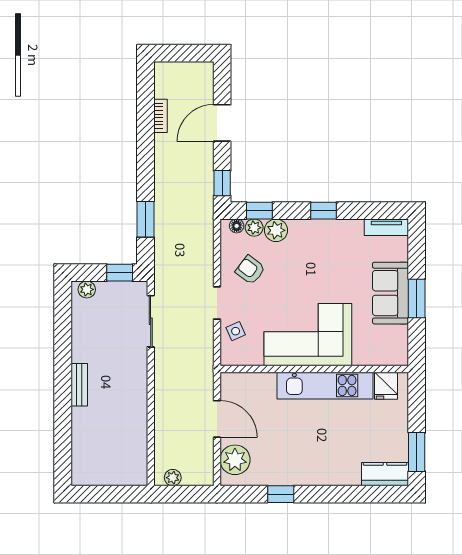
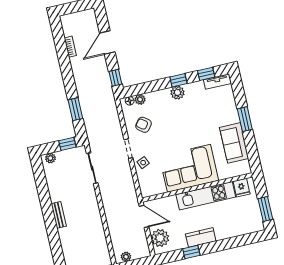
window: (259, 211) -> (206, 74), moved
plant: (276, 230) -> (177, 93), moved
sofa: (391, 293) -> (234, 143), moved
corner sofa: (308, 335) -> (189, 168), moved
wall: (314, 369) -> (197, 187), moved
kitchen unit: (325, 386) -> (206, 196), moved
fridge: (386, 386) -> (242, 188), moved
kitchen counter: (385, 474) -> (201, 237), moved

